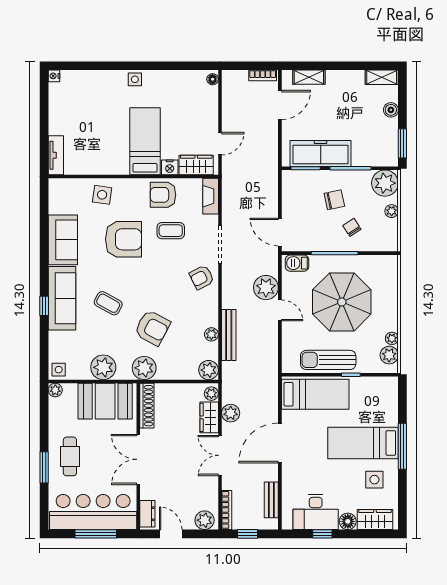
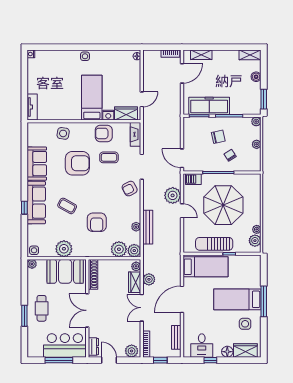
plant: (385, 183) -> (256, 122), width x0.53, depth x0.53
armchair: (152, 328) -> (97, 222), turned 62
plant: (144, 368) -> (119, 249), moved
bar counter: (93, 512) -> (65, 345), width x0.73
desk: (316, 512) -> (202, 345), width x0.73

